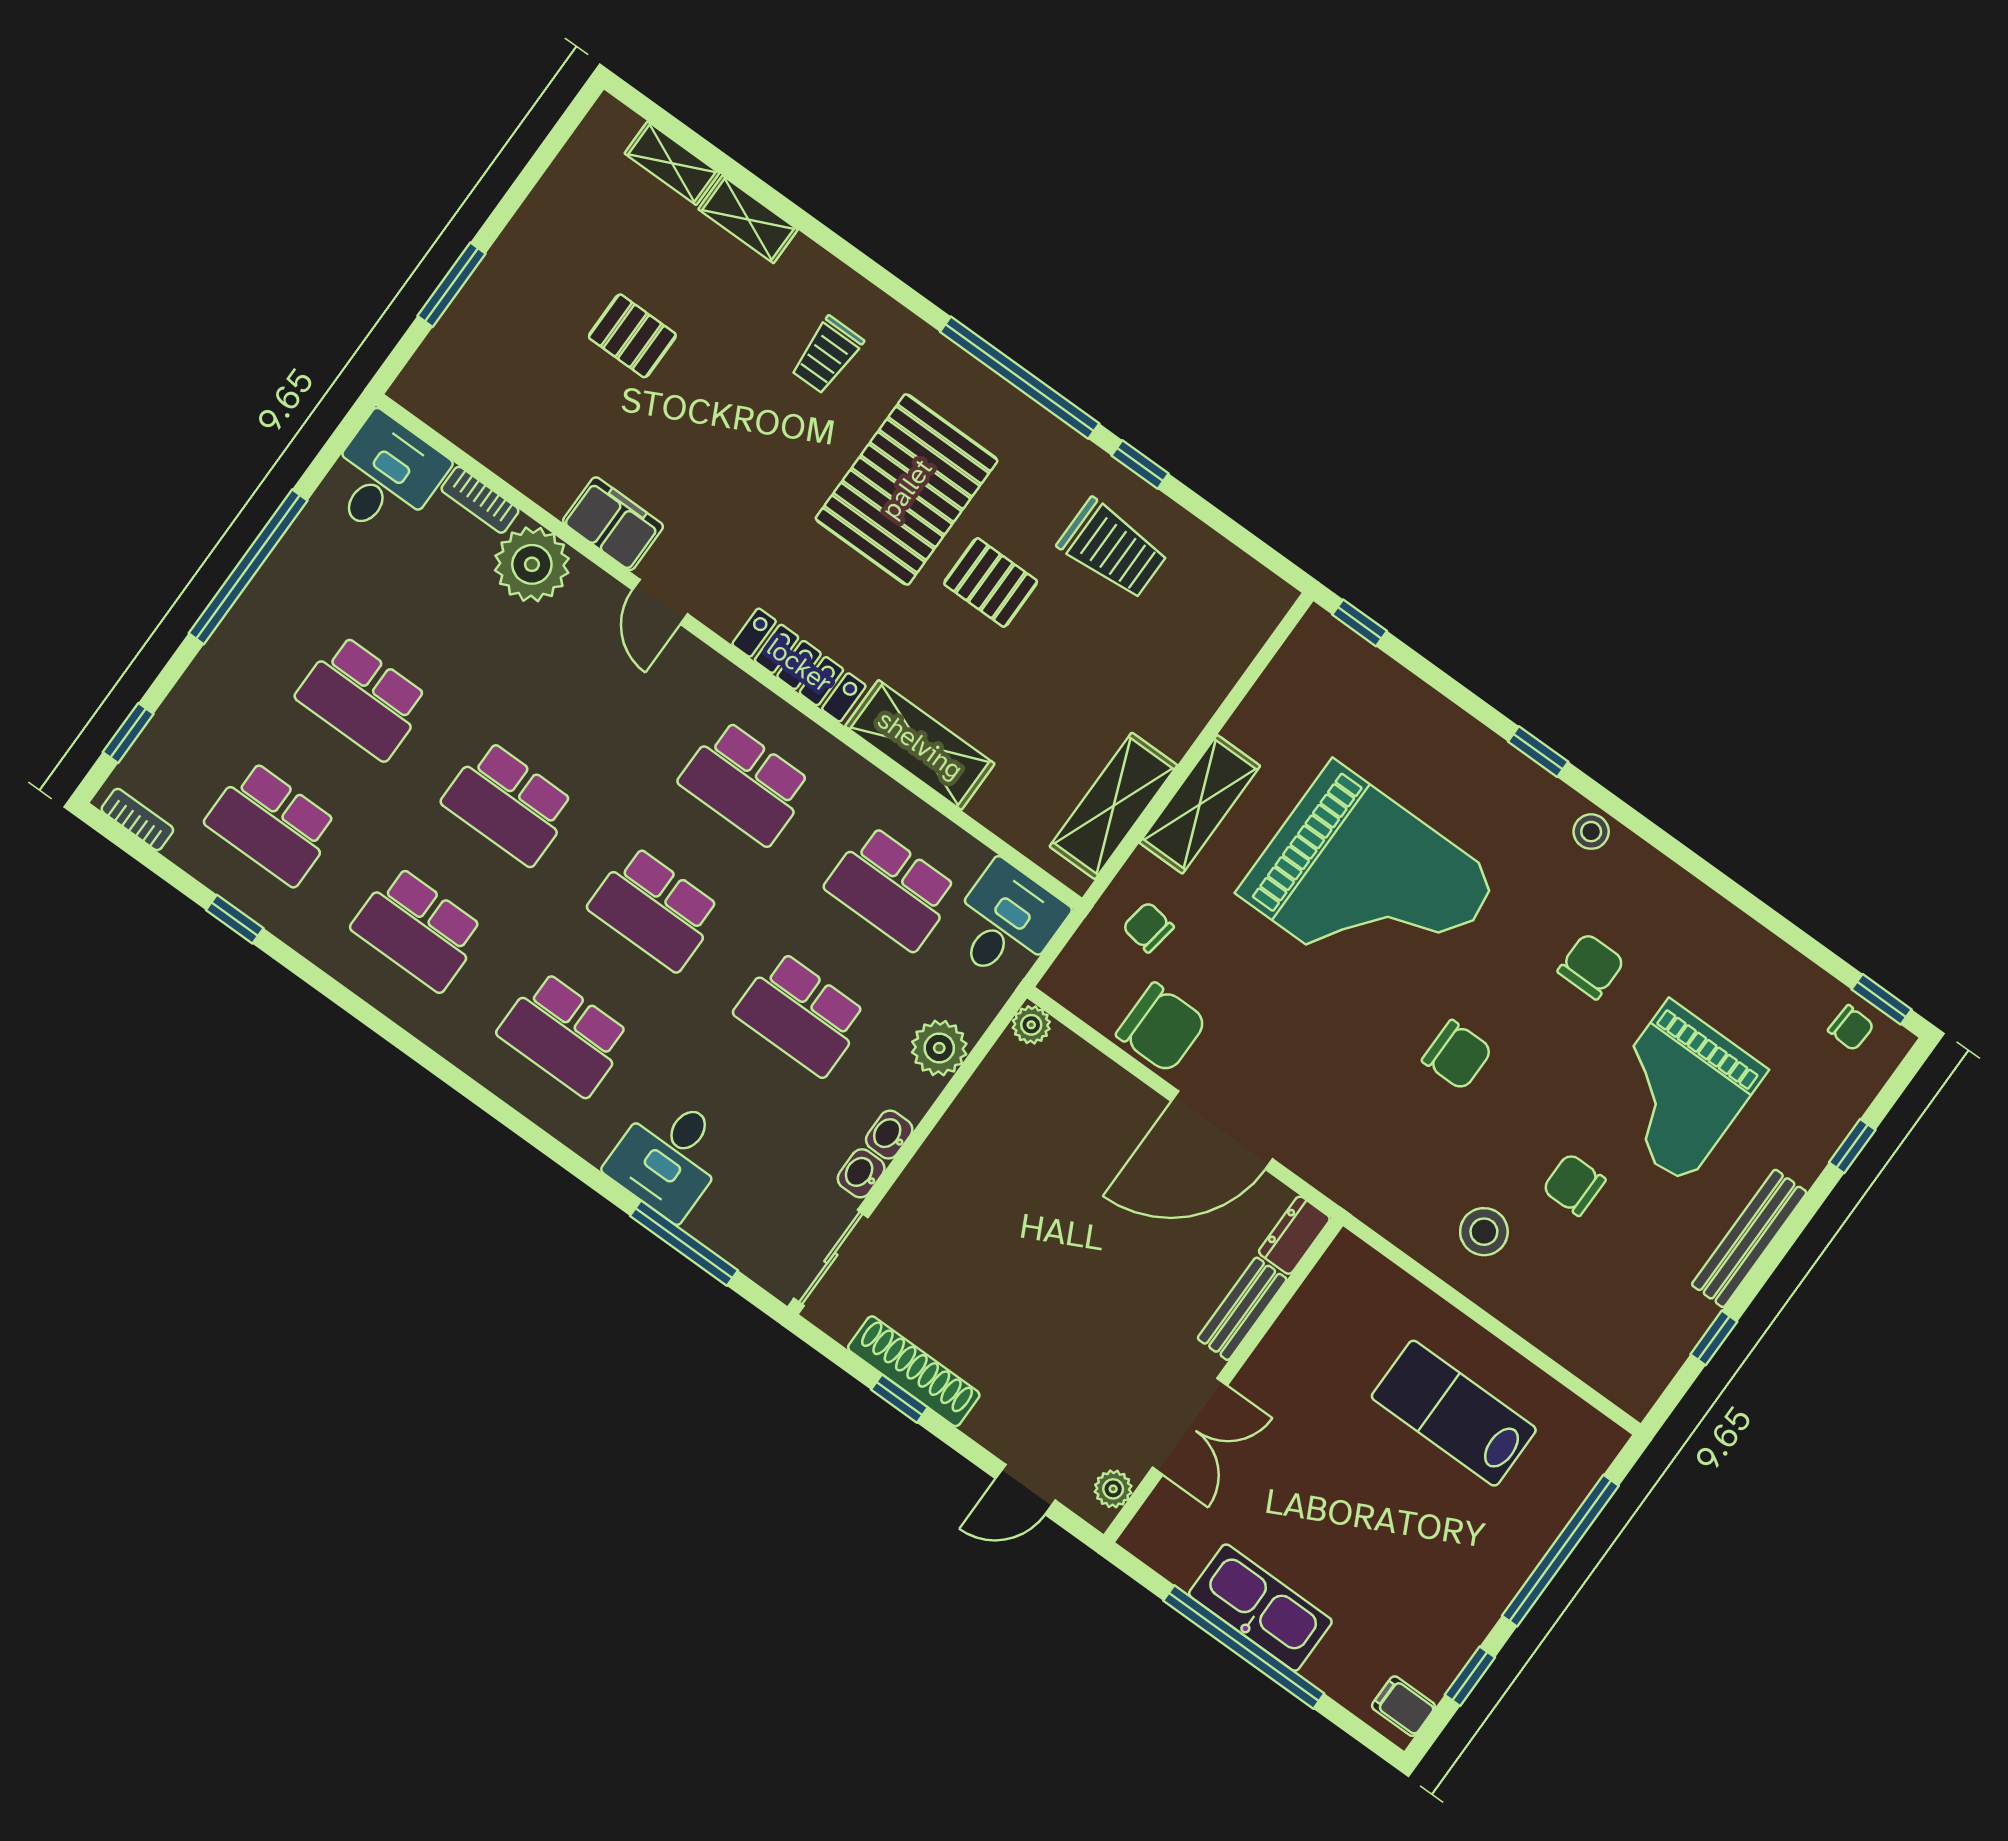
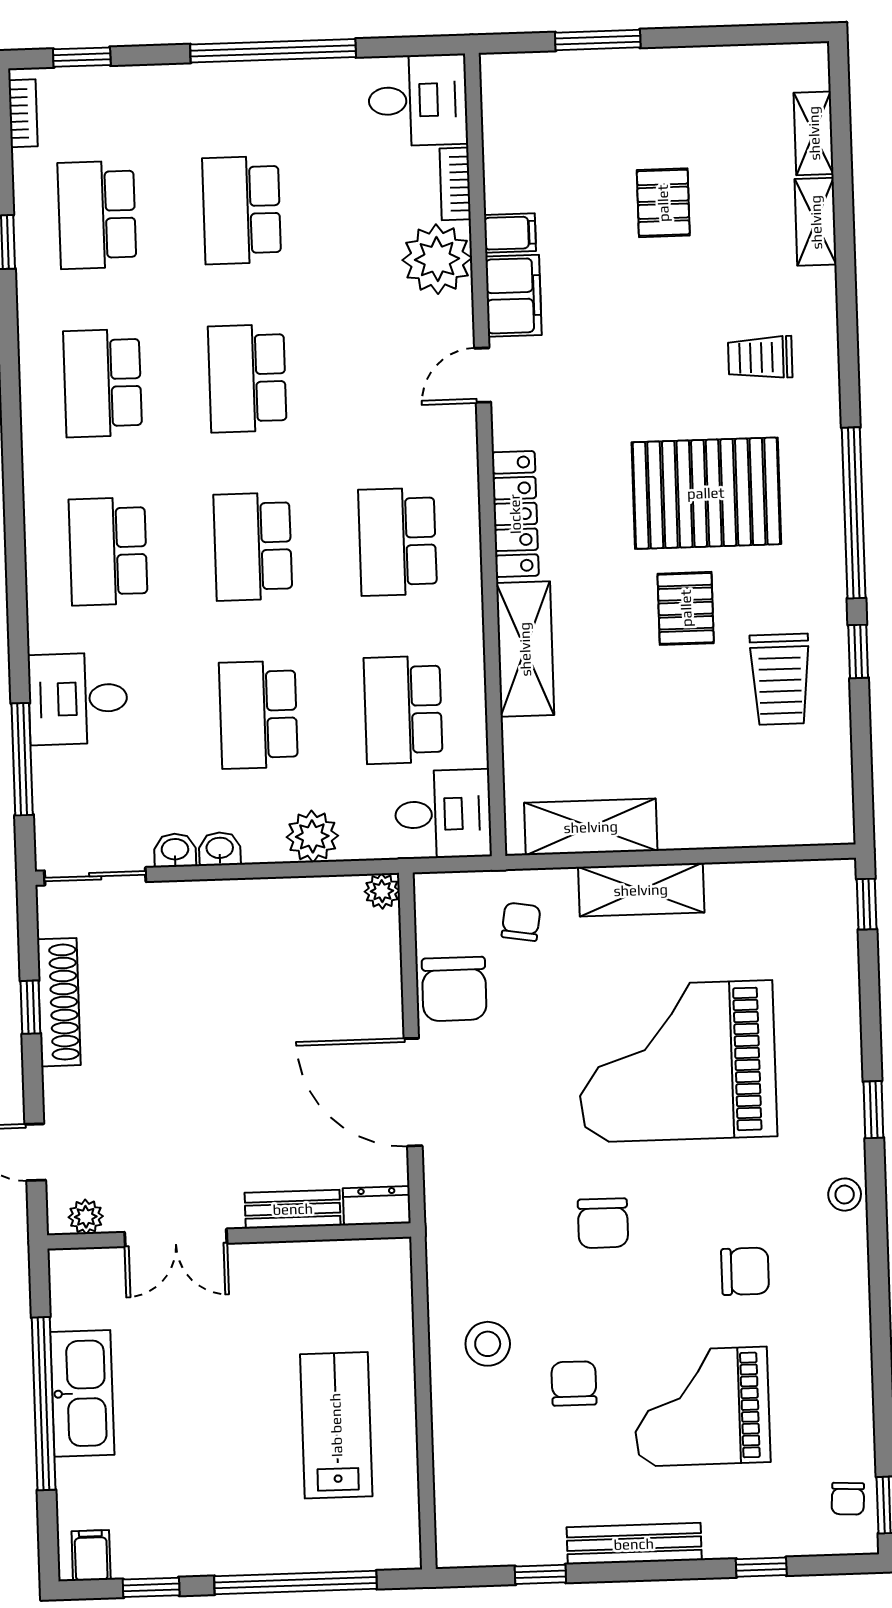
filing cabinet: (558, 486) -> (510, 233), added
grand piano: (1368, 886) -> (677, 1061), turned 90

